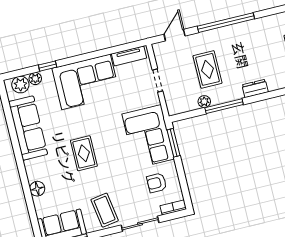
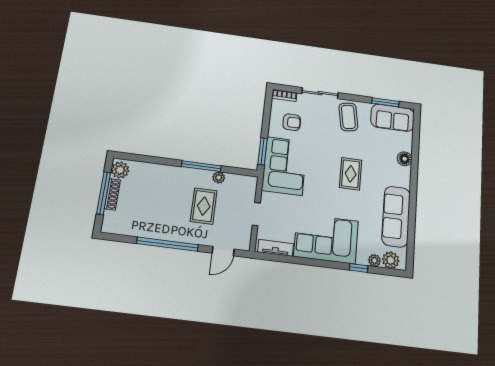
dresser: (255, 88) -> (165, 171), removed

